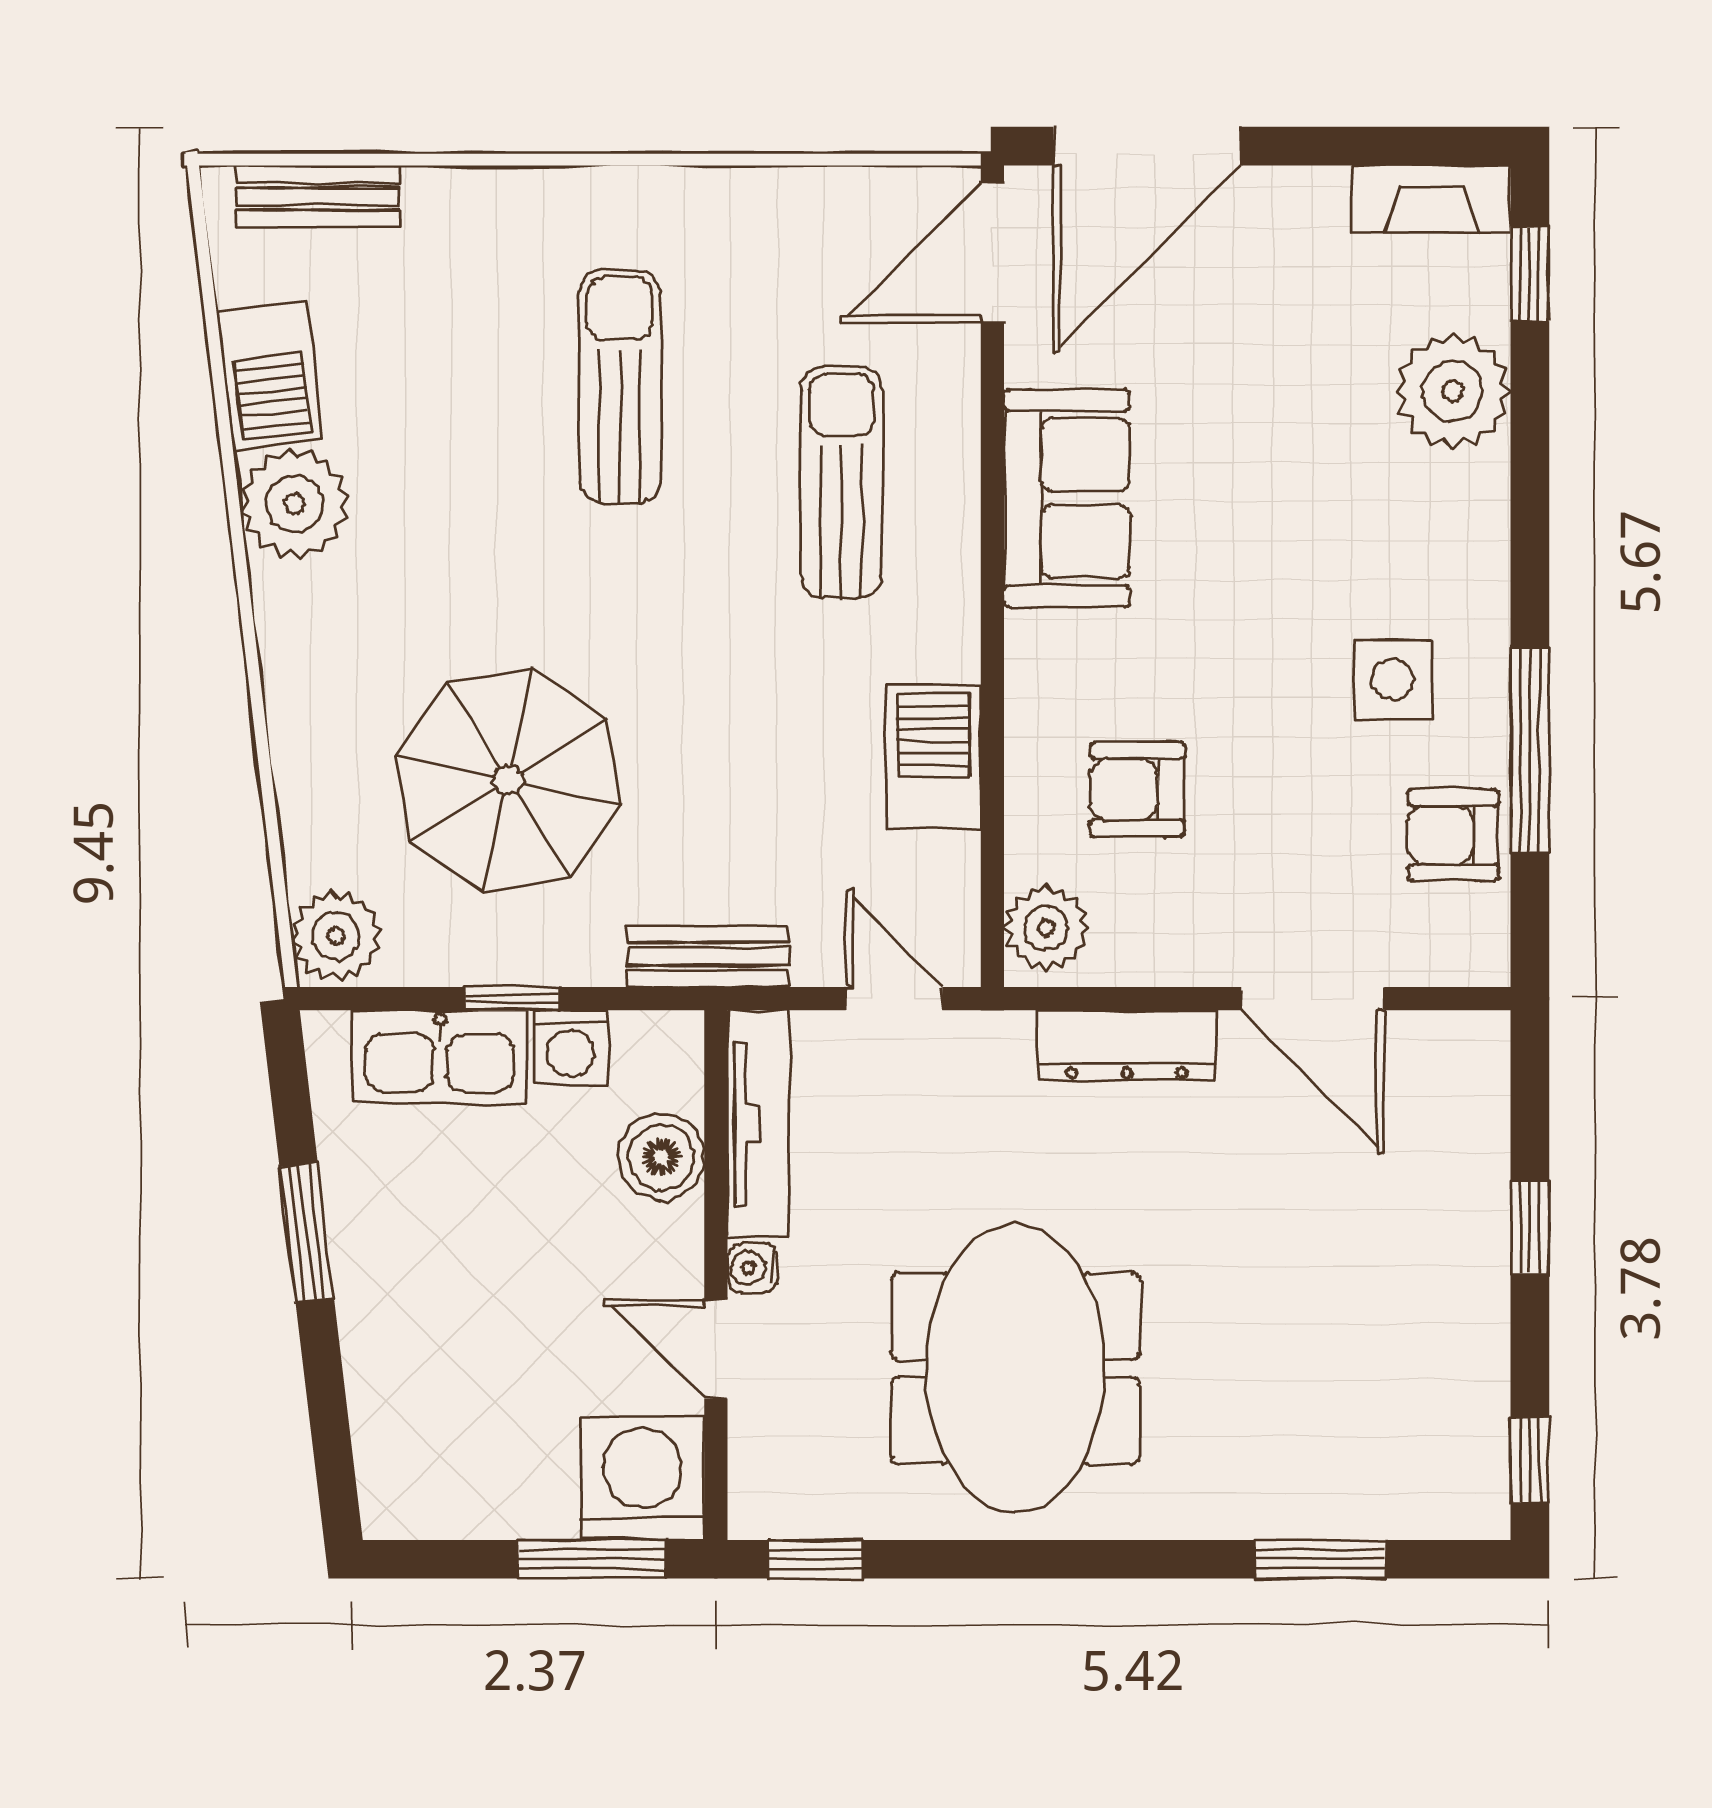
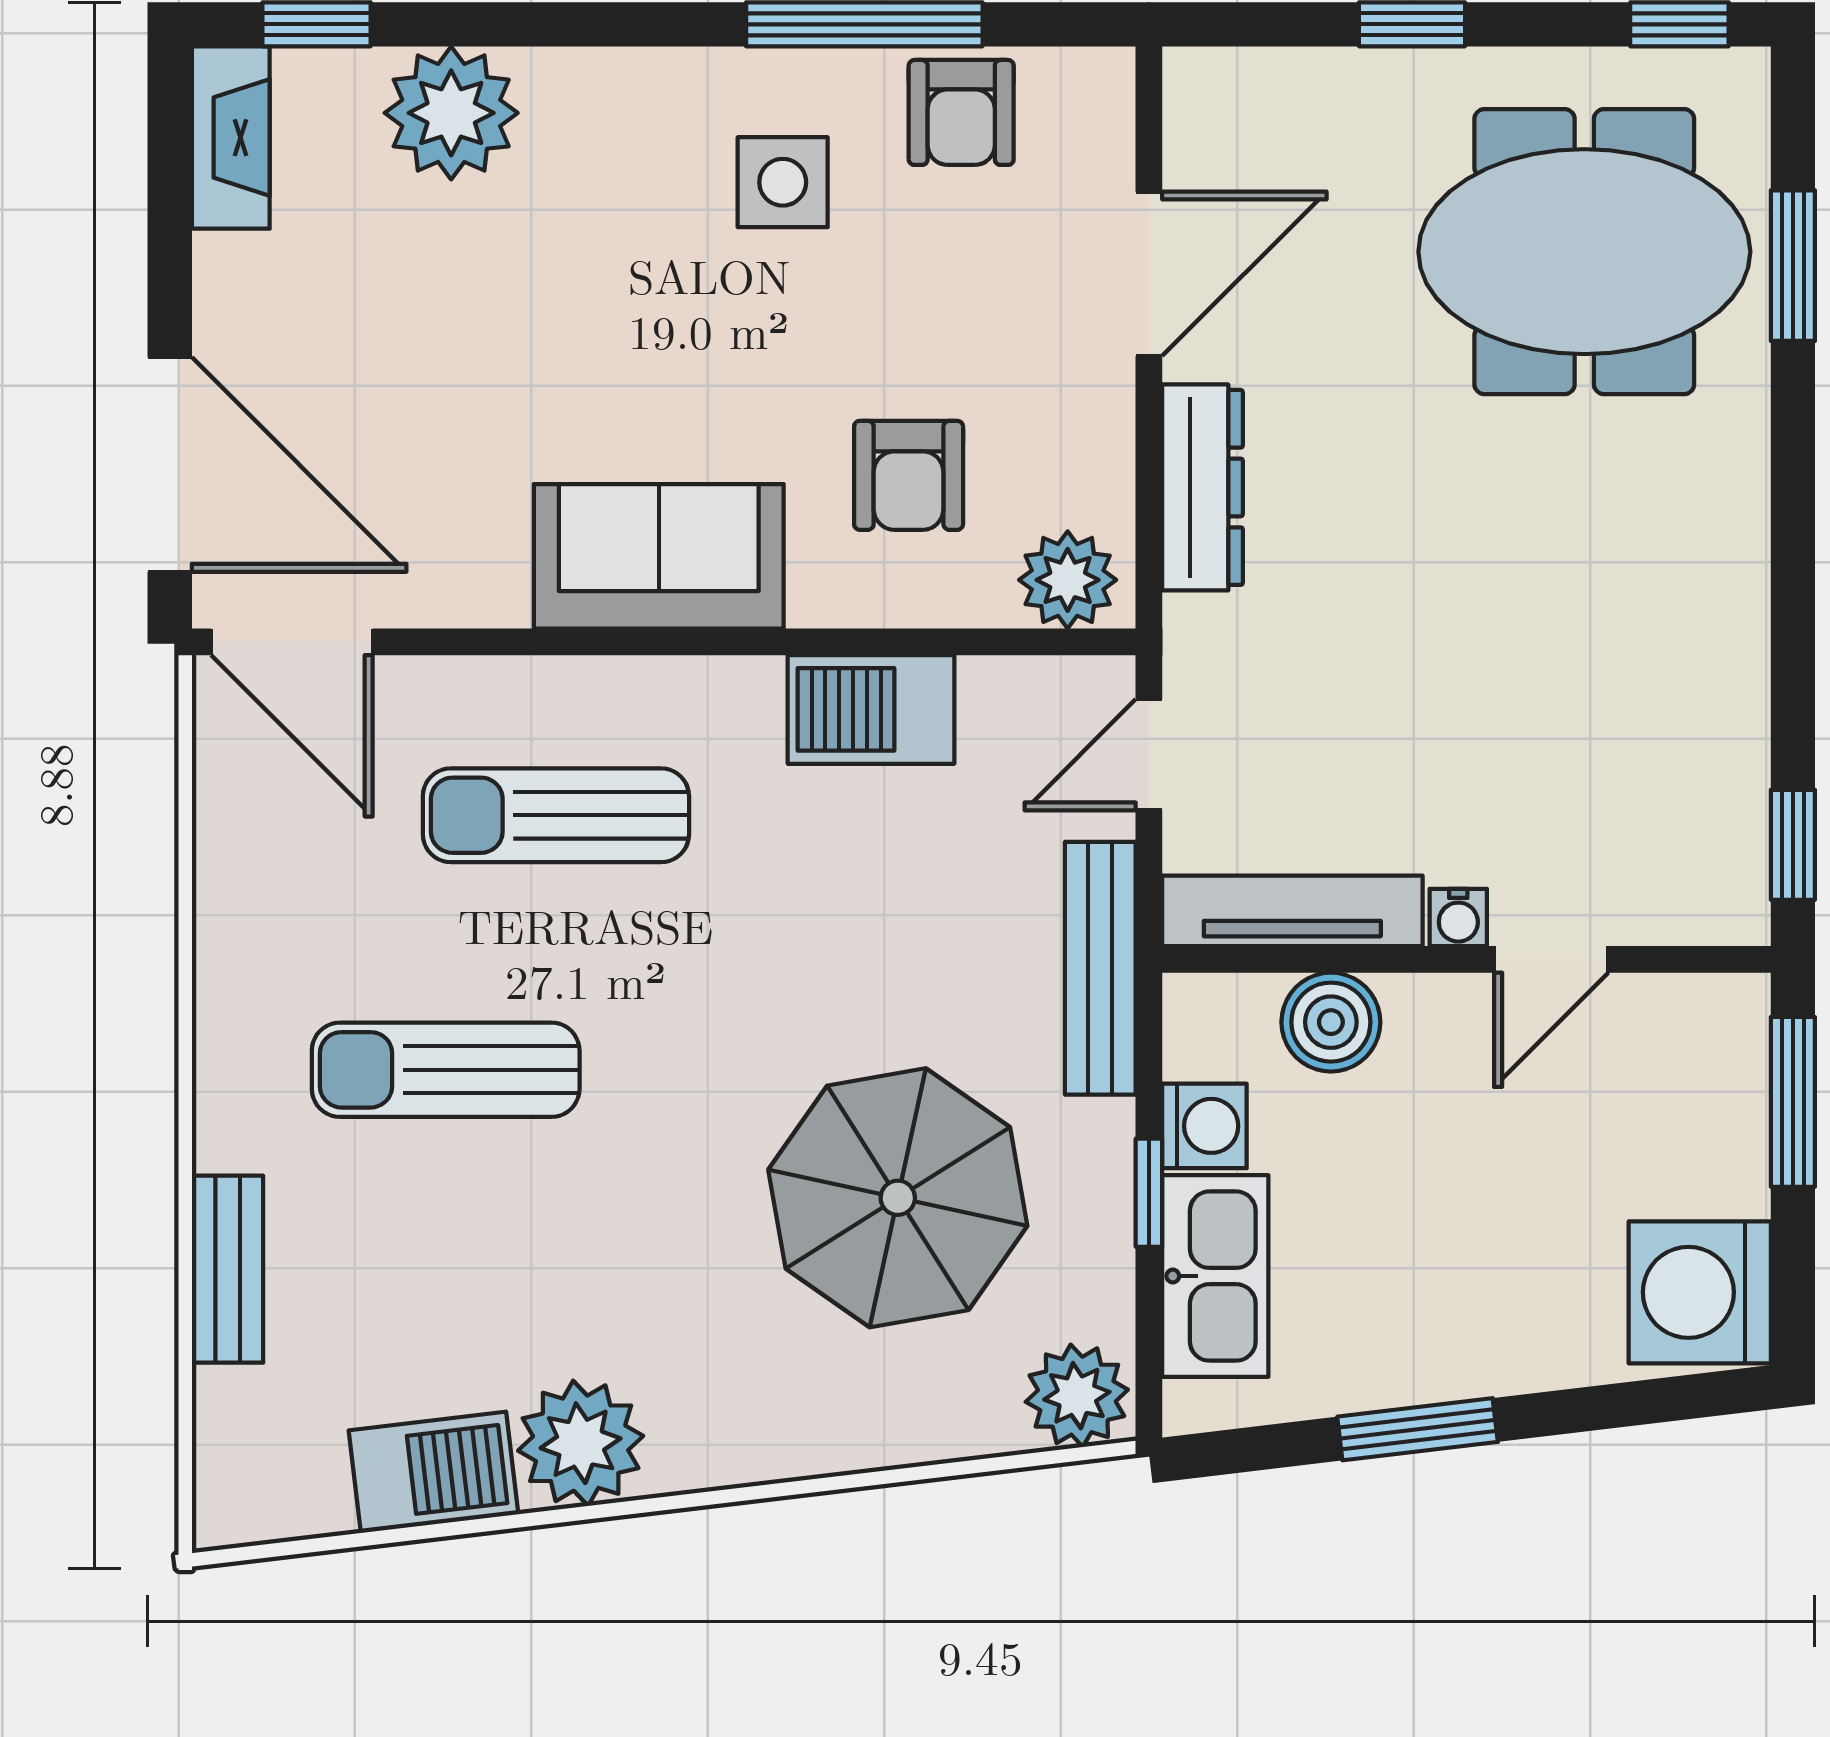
bench: (318, 196) -> (228, 1269), moved
sofa: (1067, 498) -> (659, 556), moved
bench: (708, 956) -> (1100, 968), width x1.36
meeting table: (1015, 1368) -> (1584, 252), moved
washing machine: (642, 1478) -> (1700, 1292), moved

